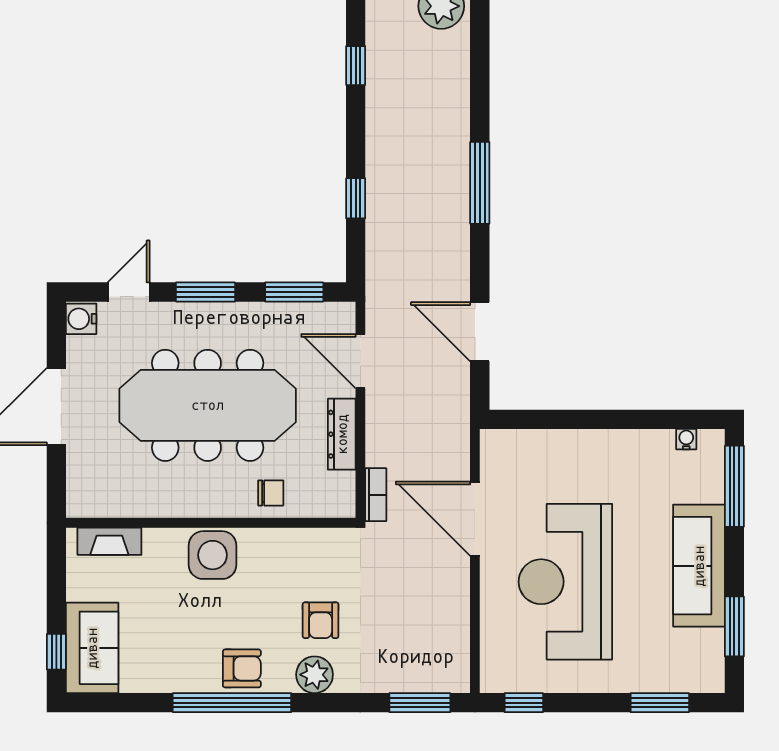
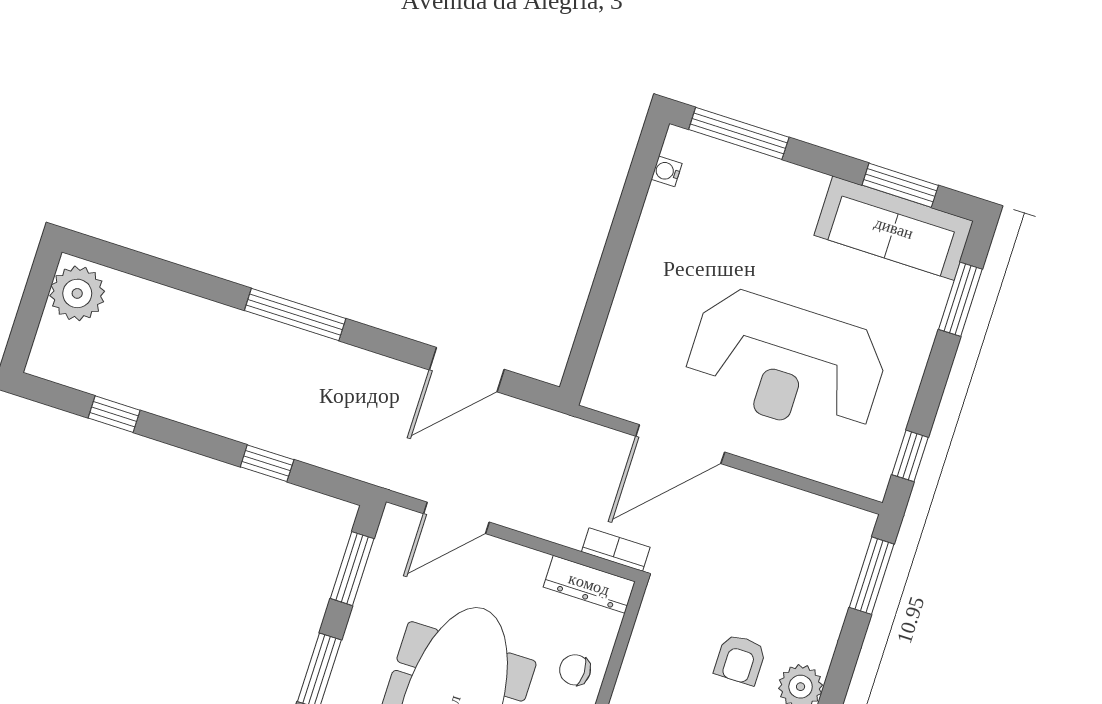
dresser: (342, 434) -> (589, 584), moved
chair: (271, 493) -> (575, 670), turned -90
sofa: (699, 566) -> (894, 228), moved
armchair: (321, 620) -> (740, 660), turned 90

